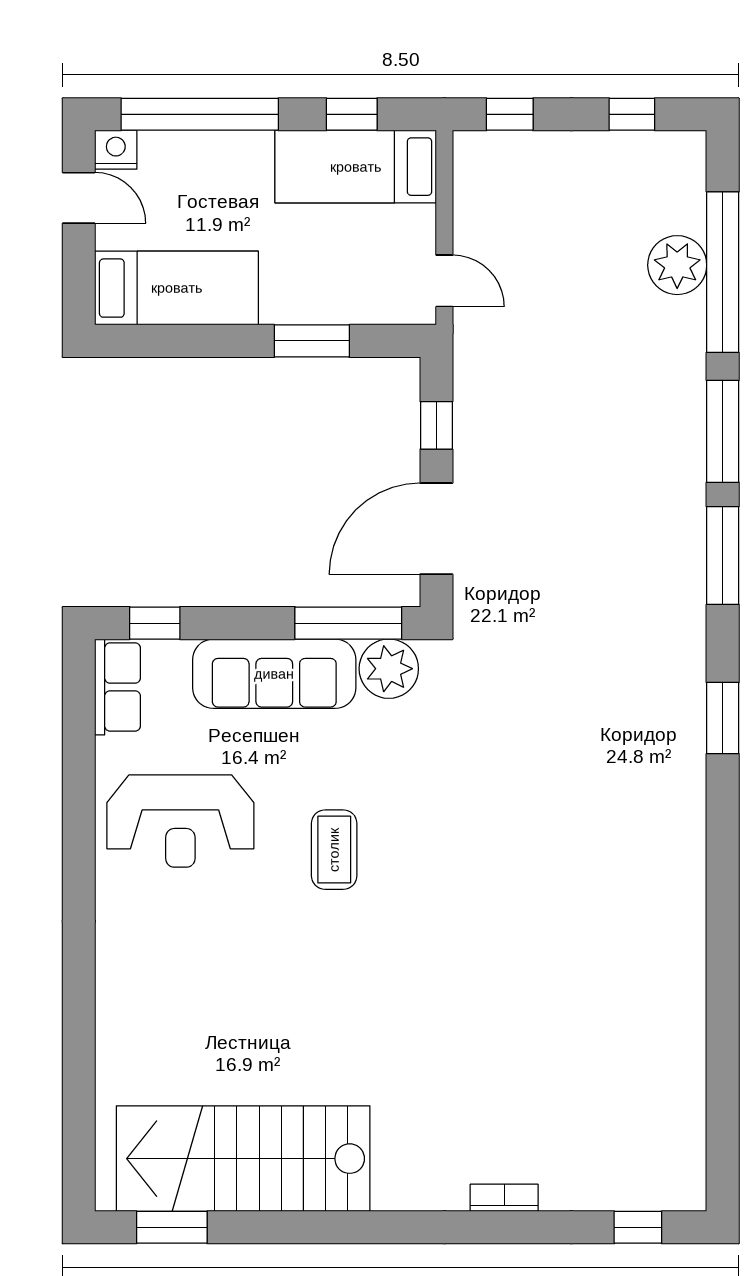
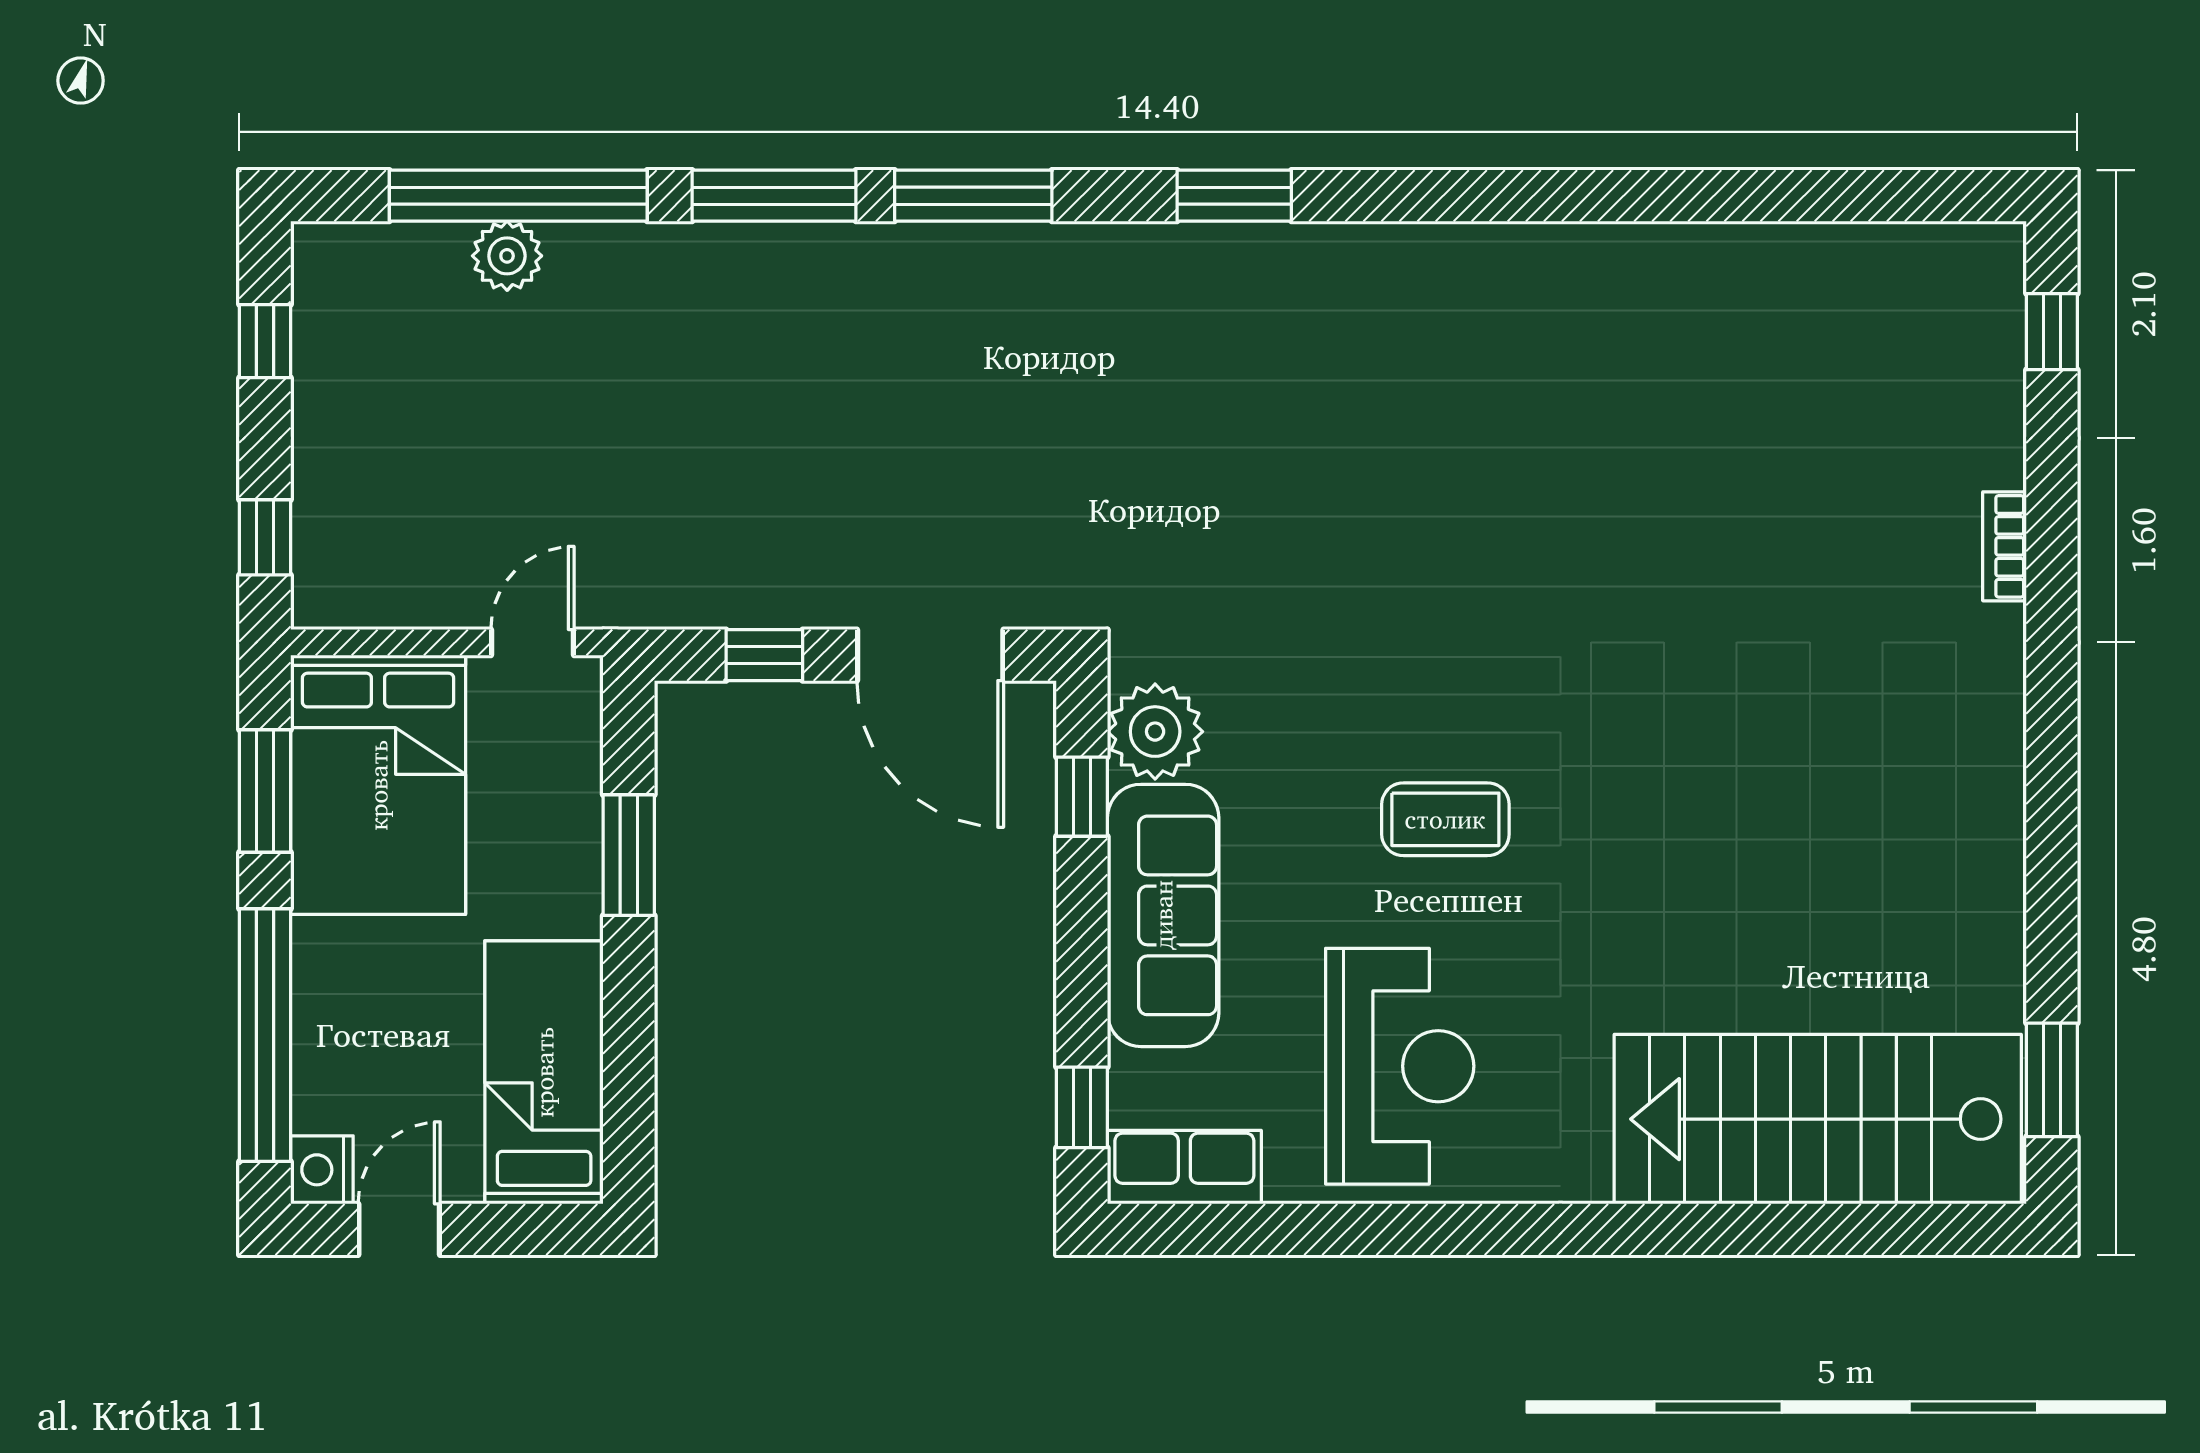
window: (352, 114) -> (265, 791), width x1.50
bed: (356, 167) -> (378, 785), width x1.50
plant: (677, 265) -> (507, 256), width x0.73, depth x0.73
window: (348, 623) -> (1082, 797), width x0.46
stairs: (243, 1159) -> (1818, 1119), moved, turned 90

